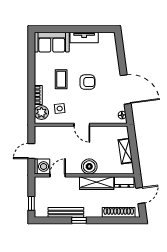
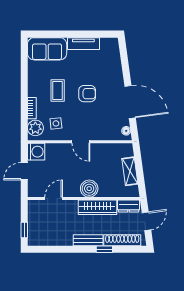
washing machine: (42, 167) -> (36, 152), moved
bench: (66, 212) -> (88, 240), moved, width x0.73
window: (79, 220) -> (104, 249), moved

